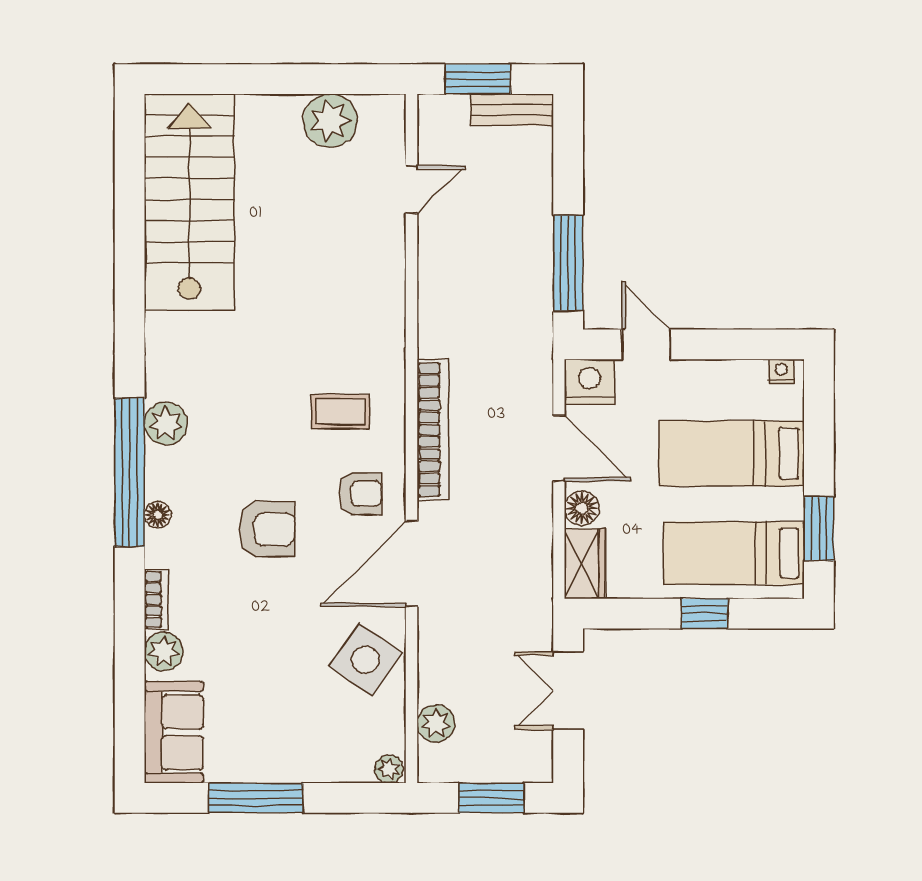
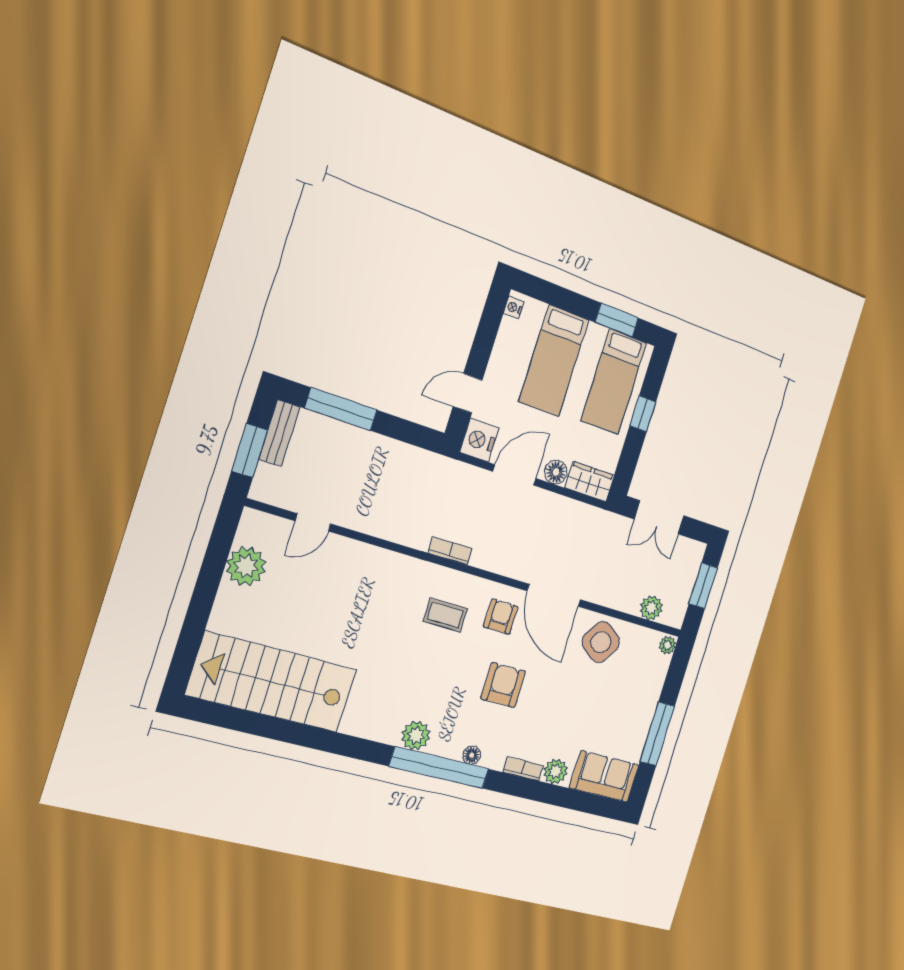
door: (412, 190) -> (313, 522), swing flipped
window: (568, 263) -> (341, 409), moved
coffee table: (340, 412) -> (445, 615), turned 90
bookcase: (433, 430) -> (450, 551), width x0.43, depth x0.76

